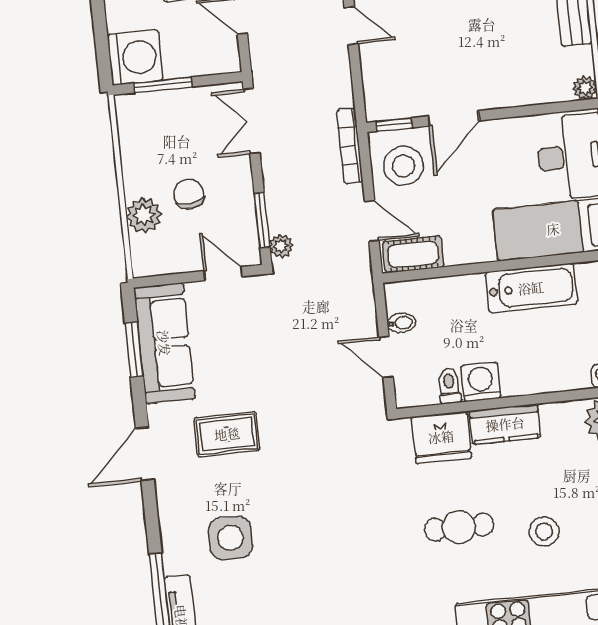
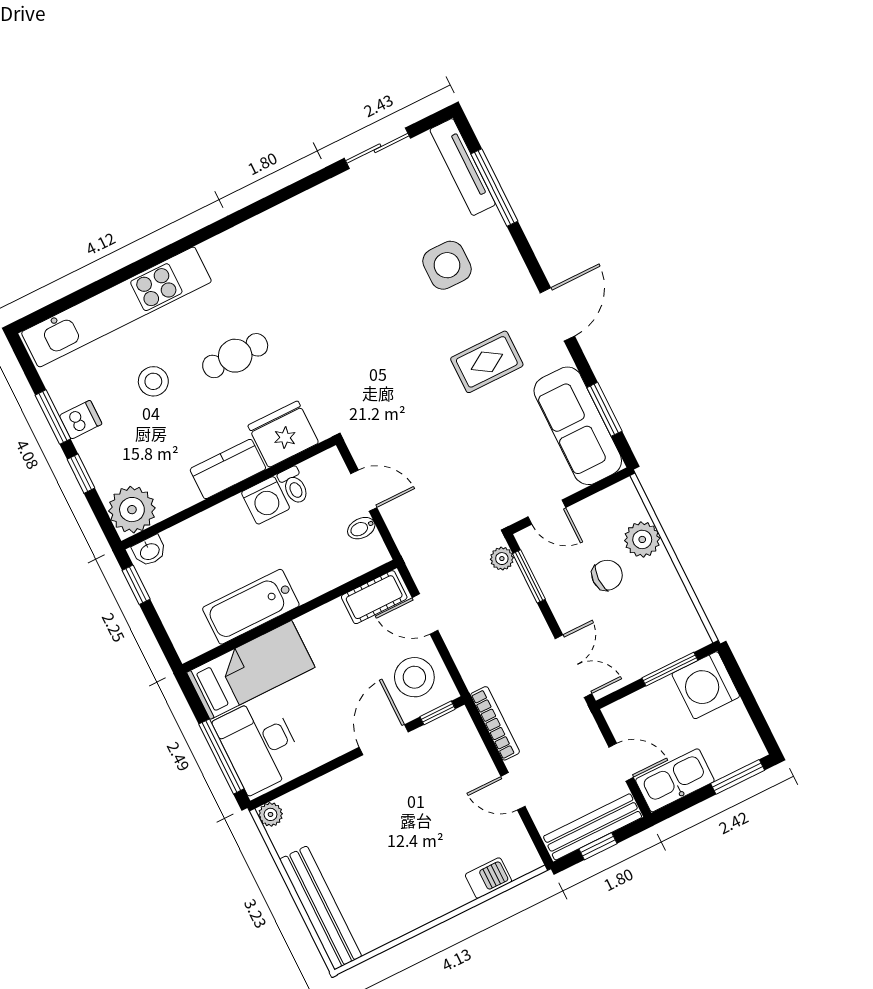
bookcase: (350, 146) -> (495, 723), moved
chair: (189, 194) -> (607, 575), turned -84

